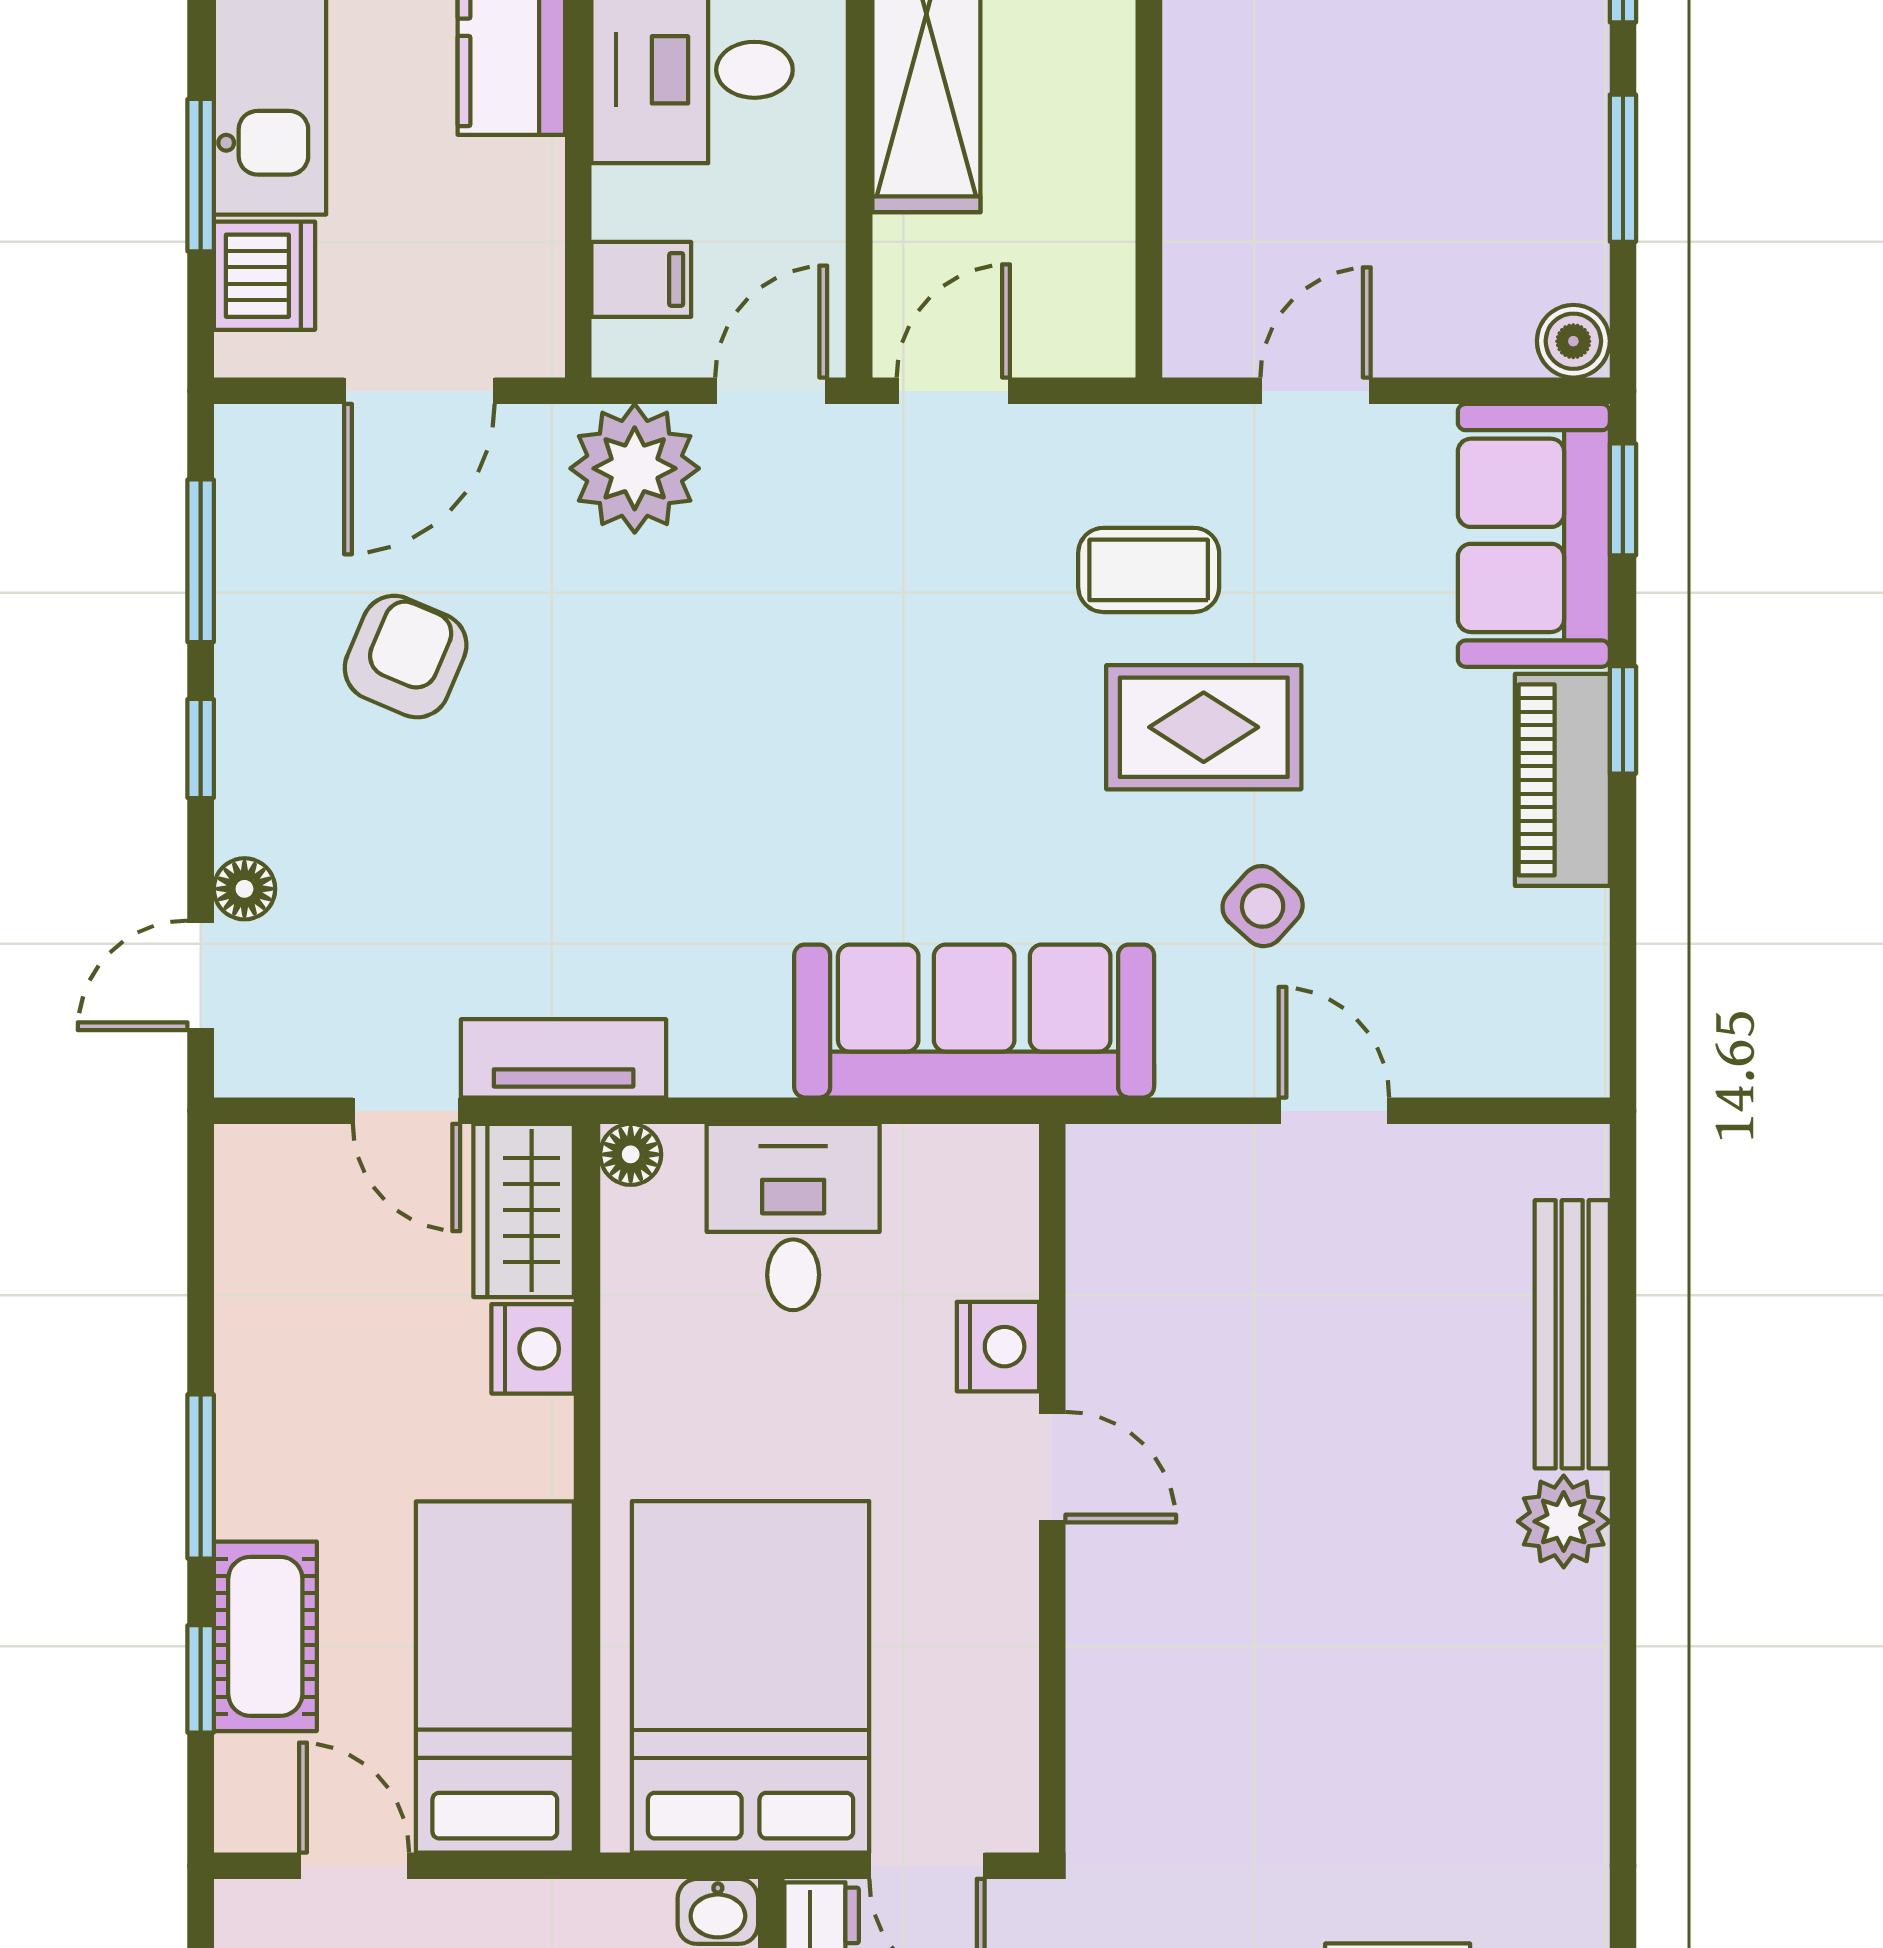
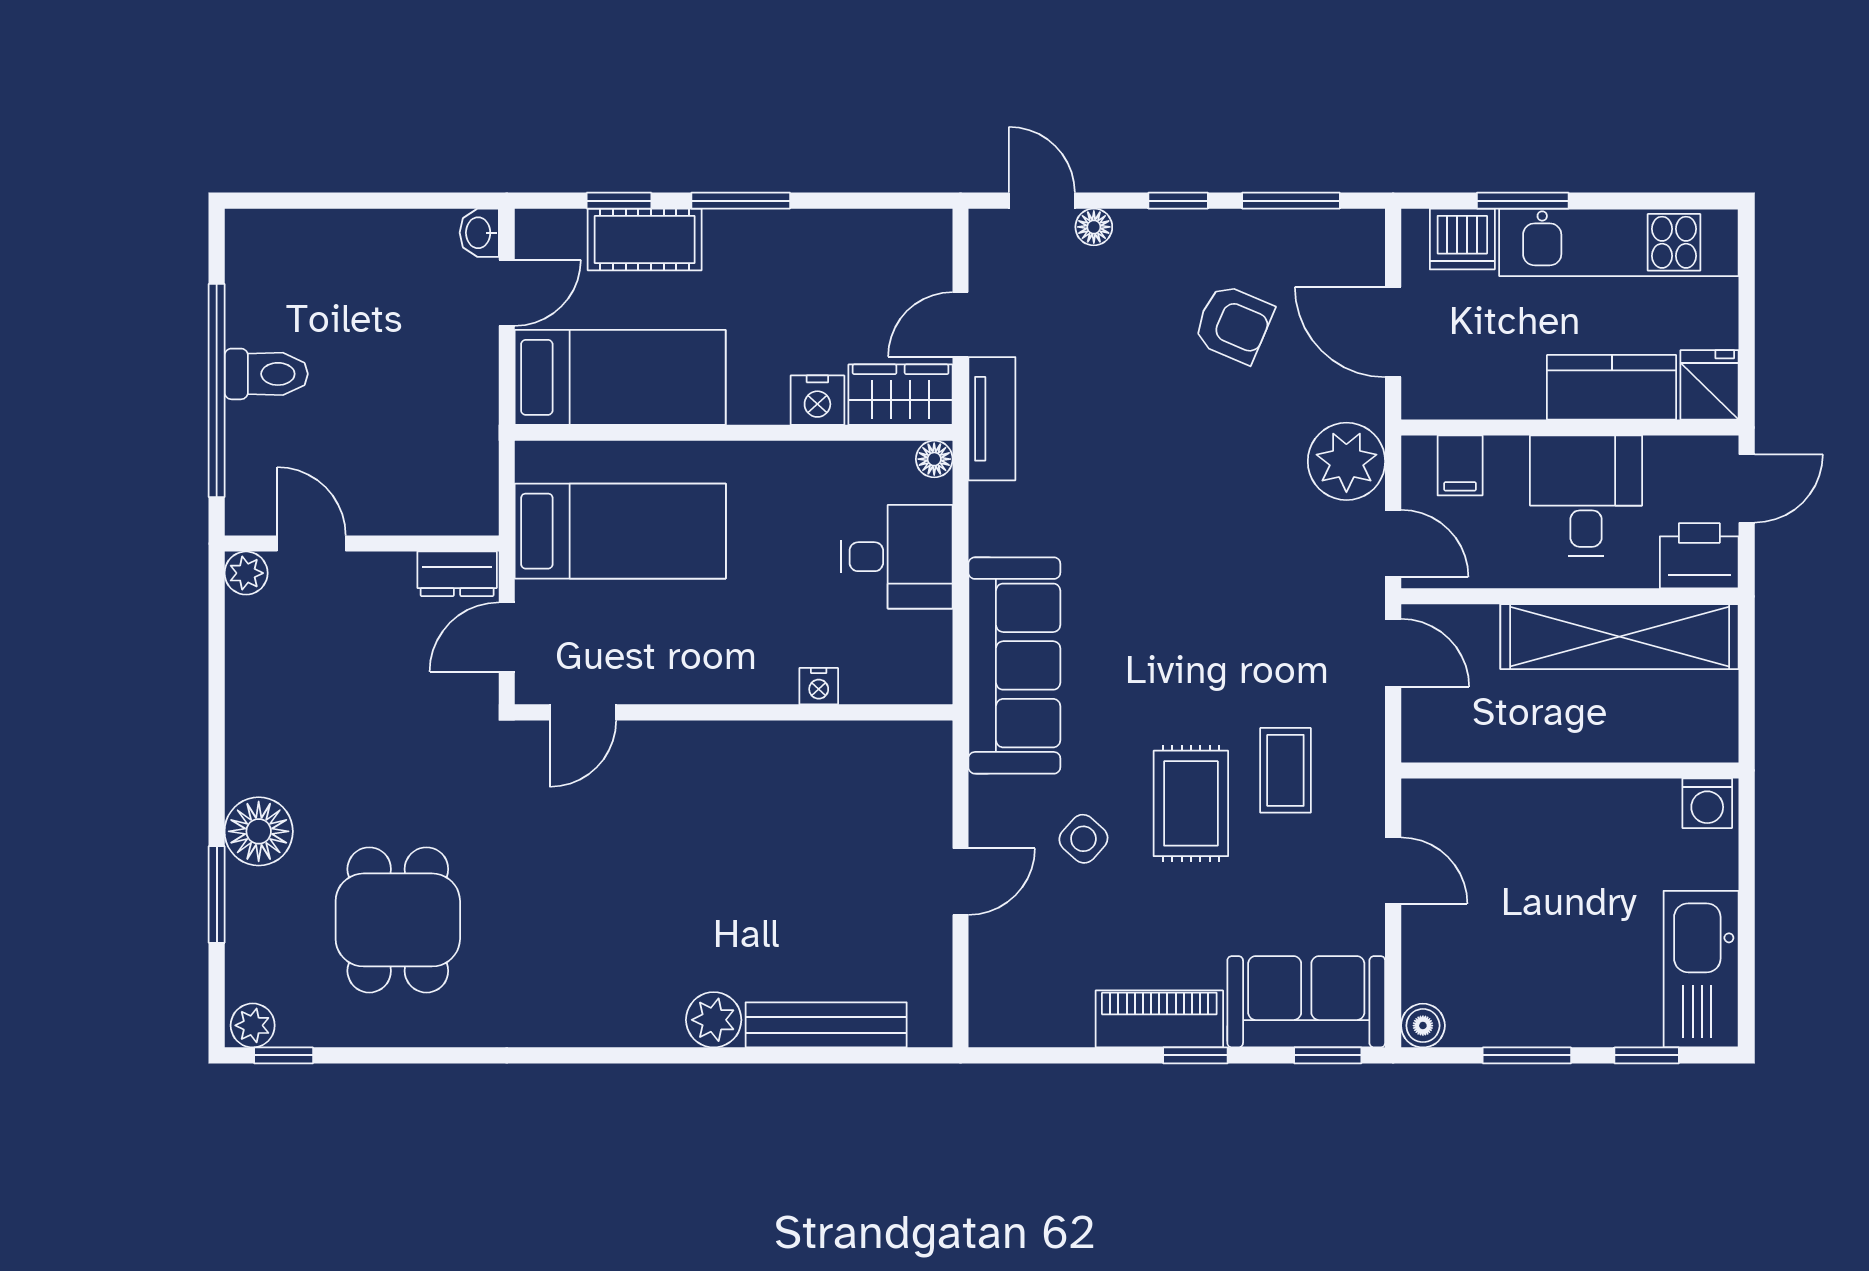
nightstand: (998, 1347) -> (819, 686), width x0.72, depth x0.74
door: (1052, 1467) -> (583, 712), moved
bed: (751, 1677) -> (620, 531), width x0.67
washbasin: (718, 1911) -> (479, 233), moved

